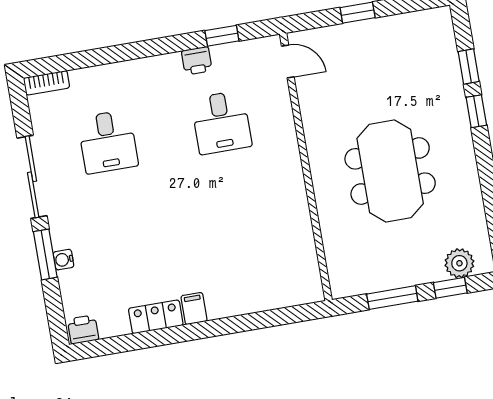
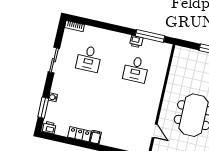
window: (222, 36) -> (150, 36), width x2.17
door: (288, 61) -> (155, 131), moved
sliding door: (32, 177) -> (54, 60), width x0.73
window: (45, 254) -> (43, 108), moved

